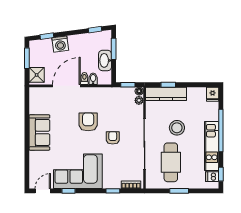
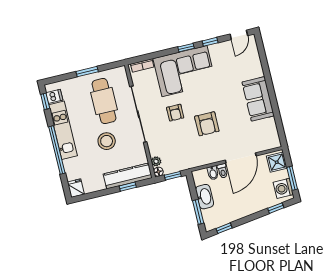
washing machine: (60, 44) -> (283, 188), moved, turned -82
corner sofa: (78, 171) -> (185, 71), moved
window: (113, 191) -> (186, 48), moved

